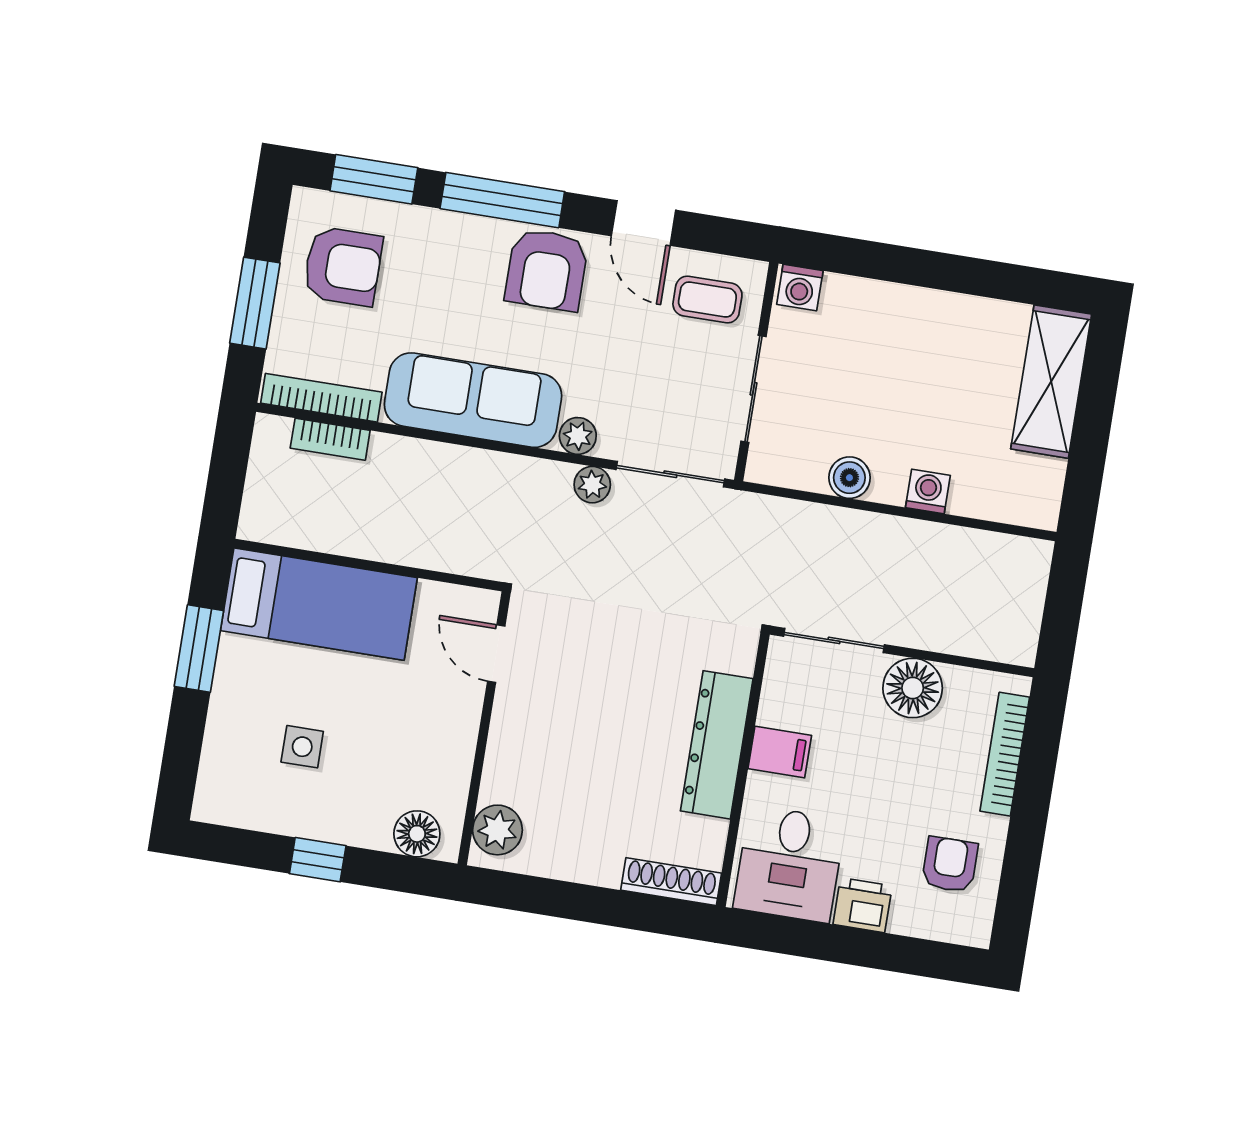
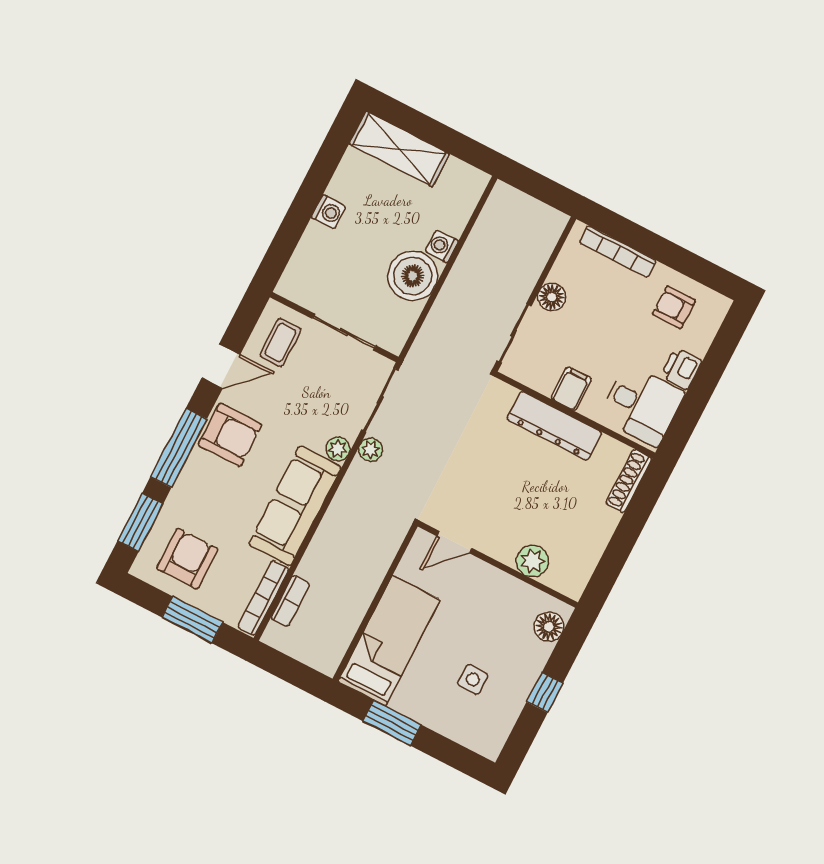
washing machine: (800, 287) -> (329, 212), moved
boiler: (849, 478) -> (413, 276), width x1.86, depth x1.86
floor lamp: (913, 688) -> (552, 297), width x0.73, depth x0.73
plant: (497, 830) -> (532, 561), moved

